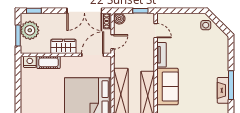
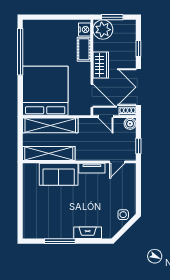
window: (34, 11) -> (138, 49), moved
plant: (30, 30) -> (103, 30), moved
fireplace: (223, 90) -> (88, 233), moved

